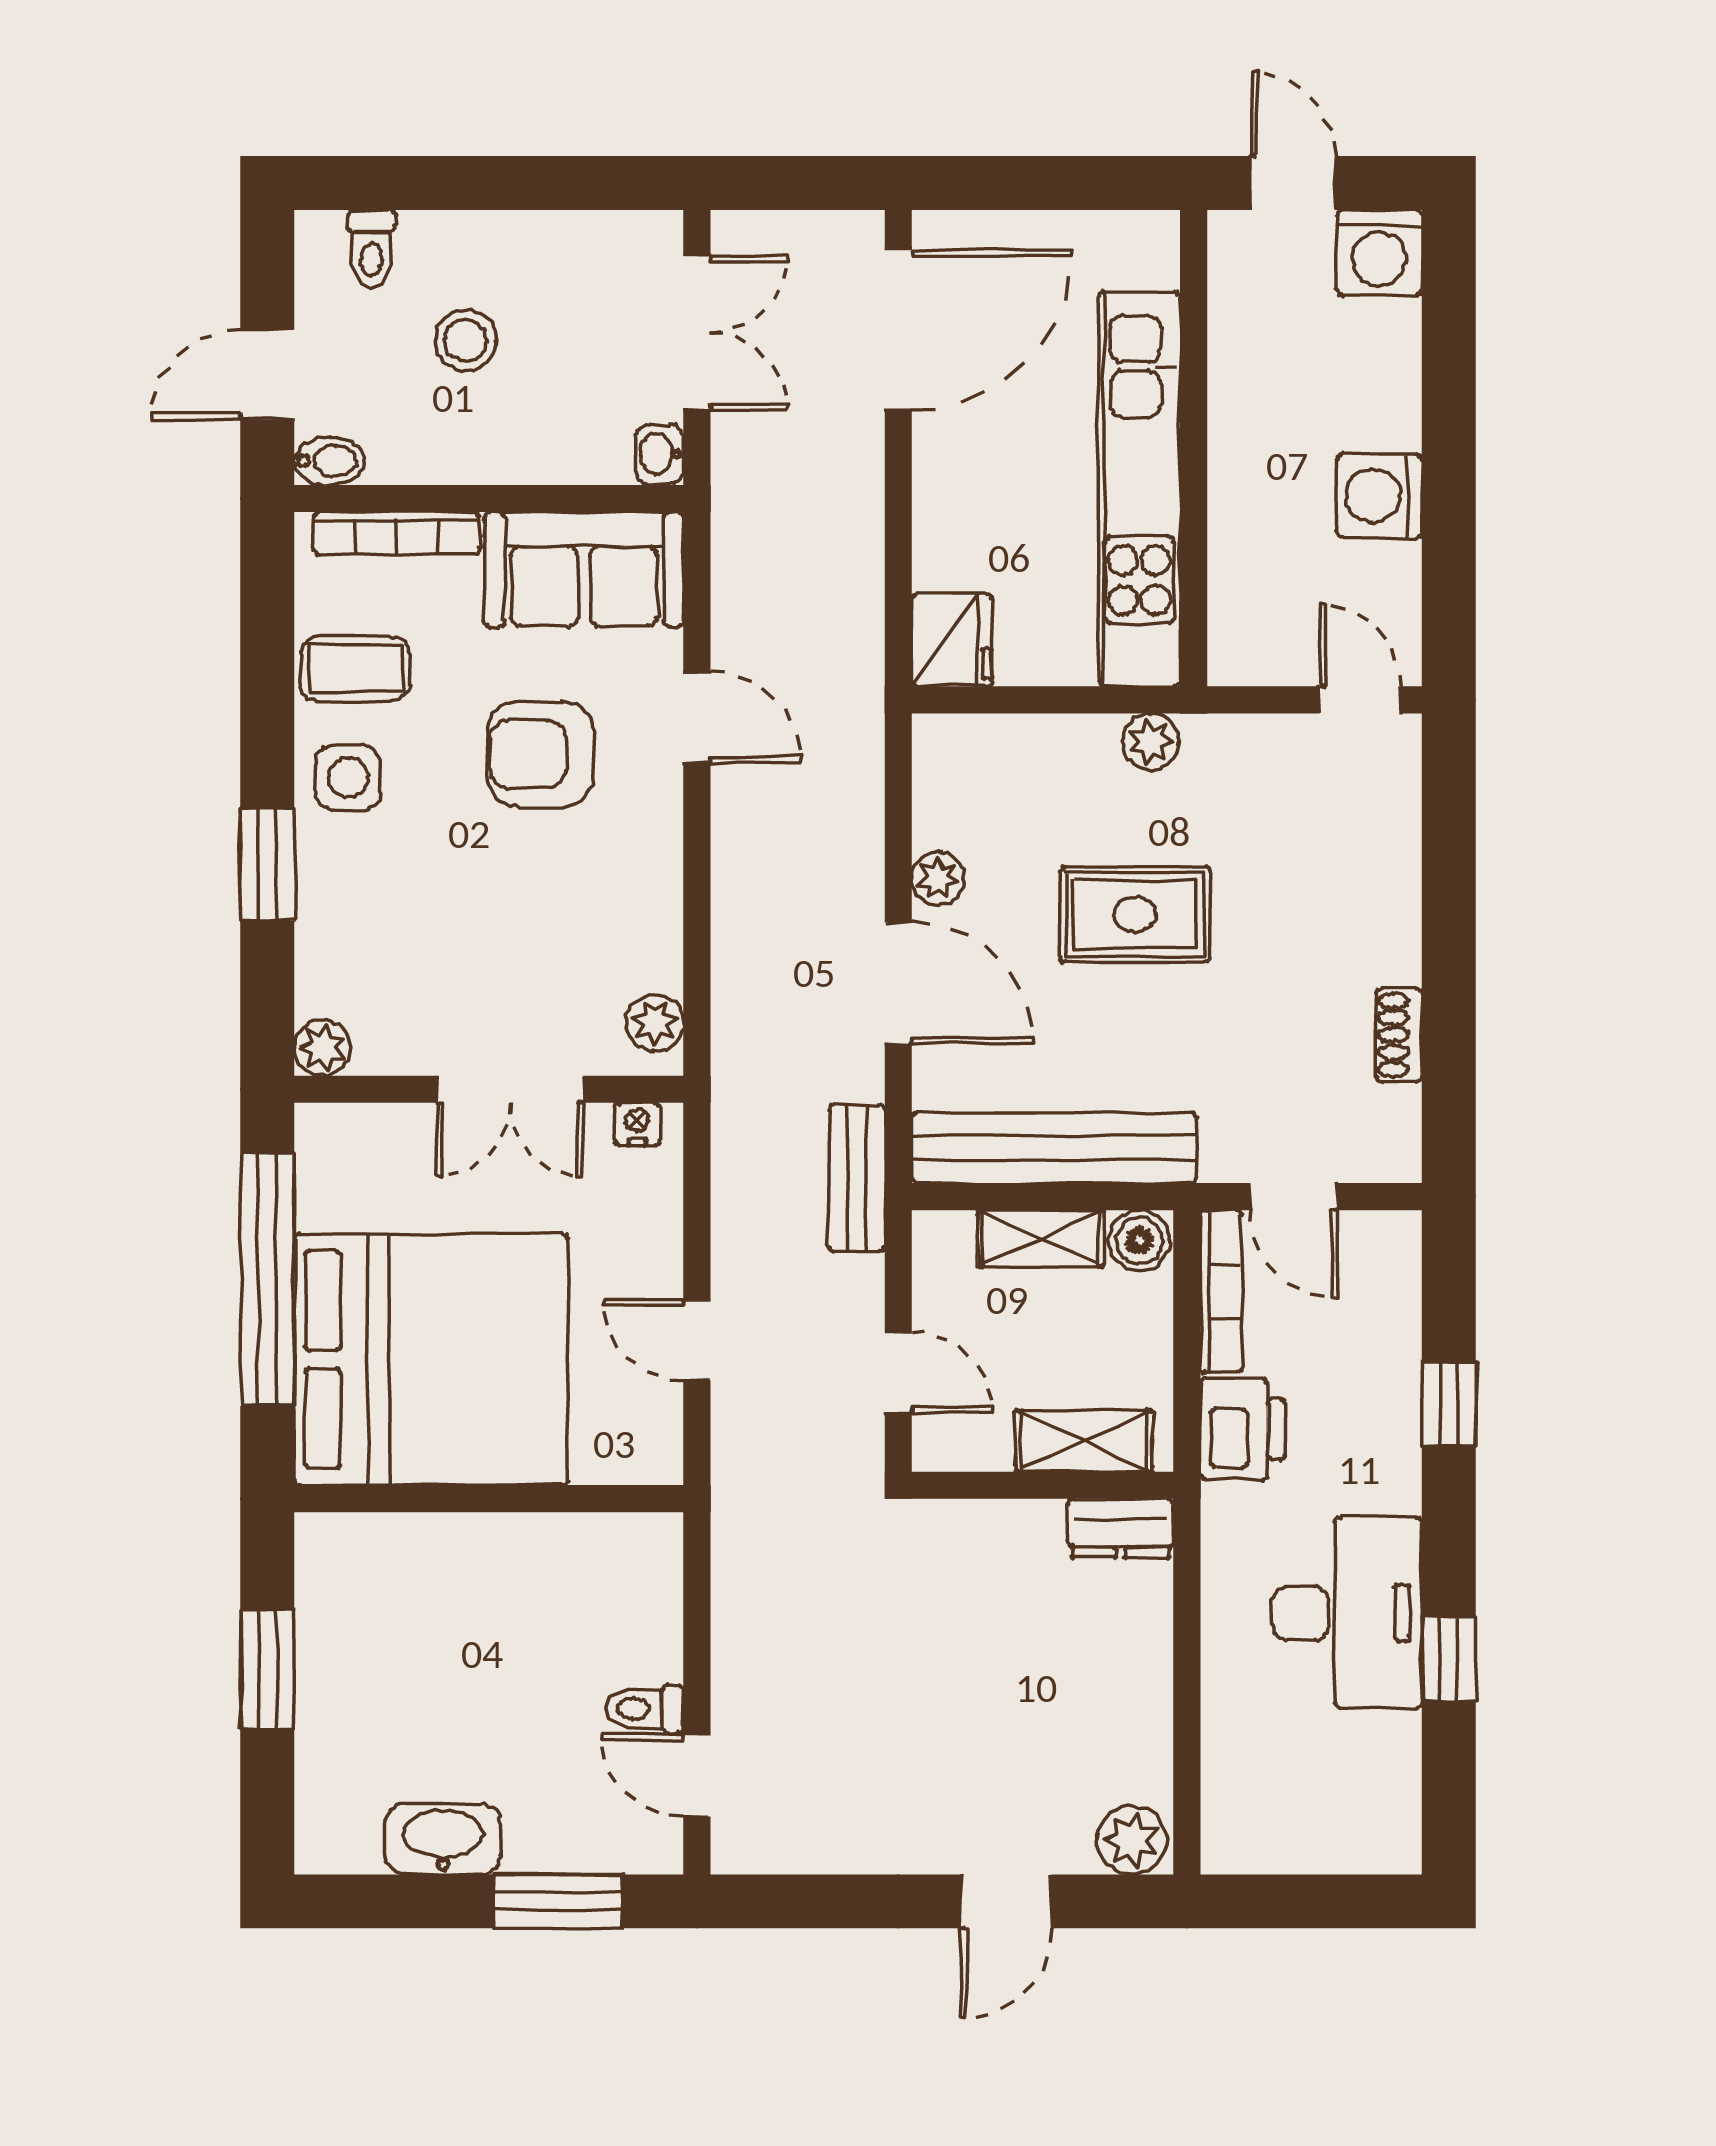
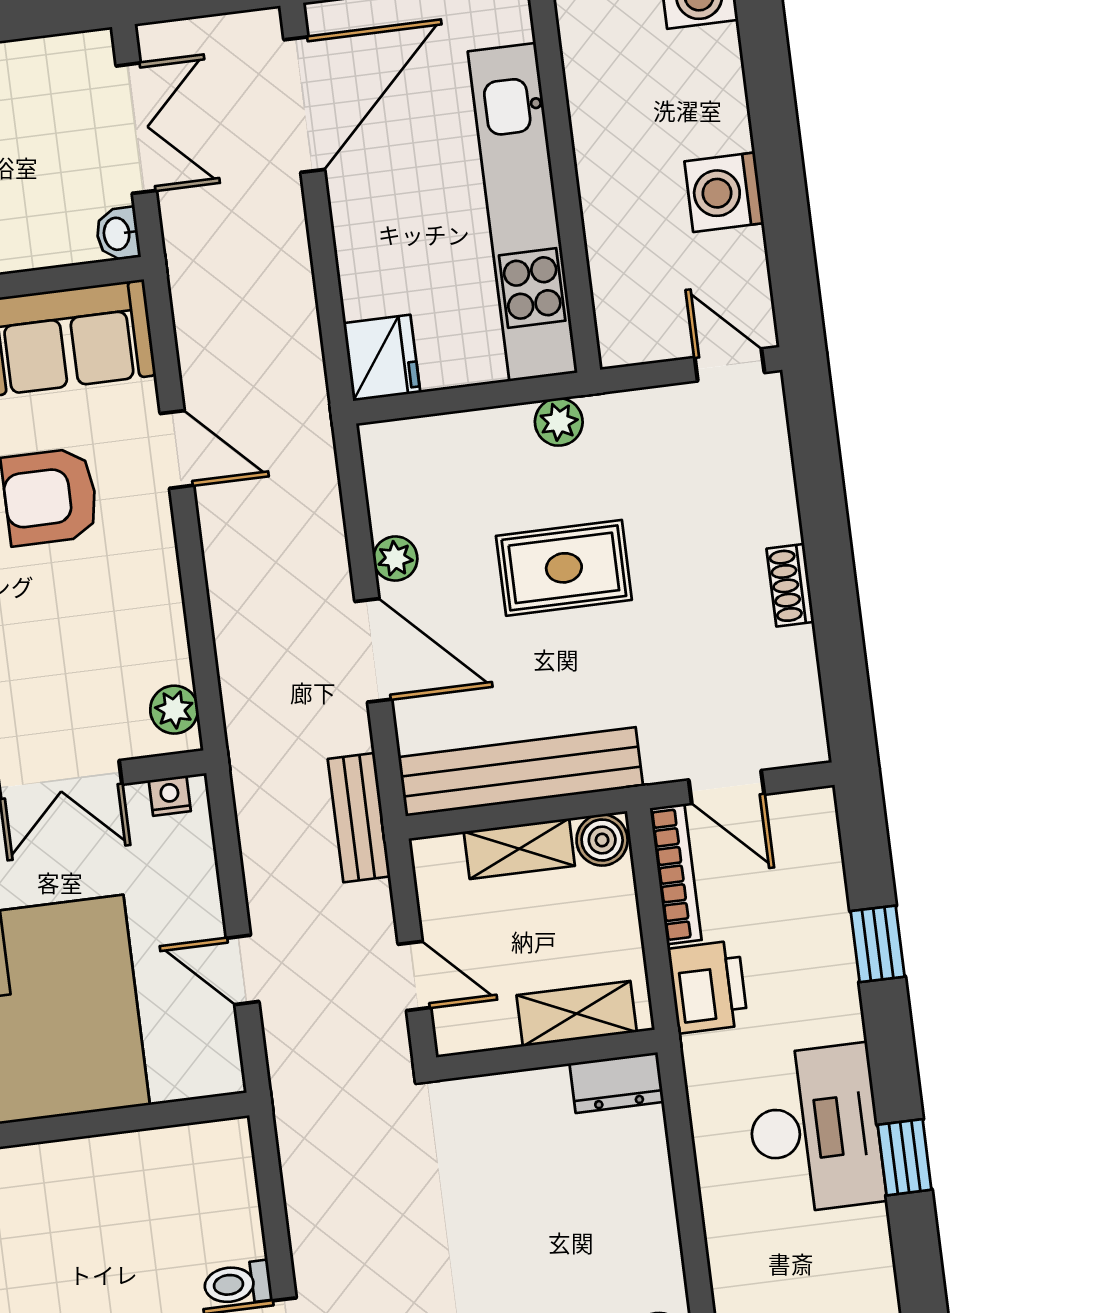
shoe rack: (1399, 1035) -> (790, 585), moved

